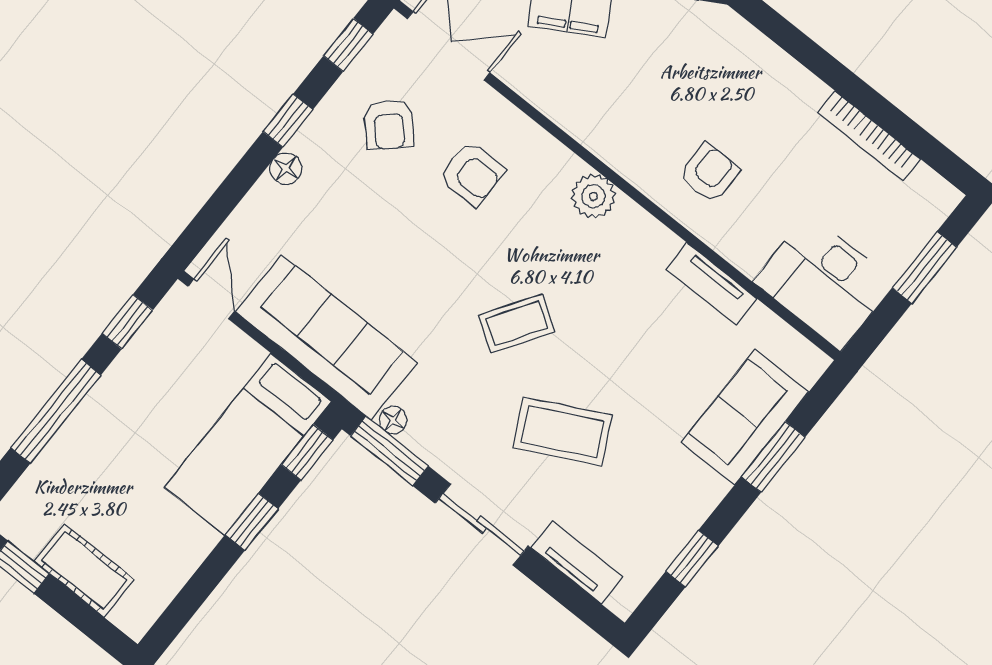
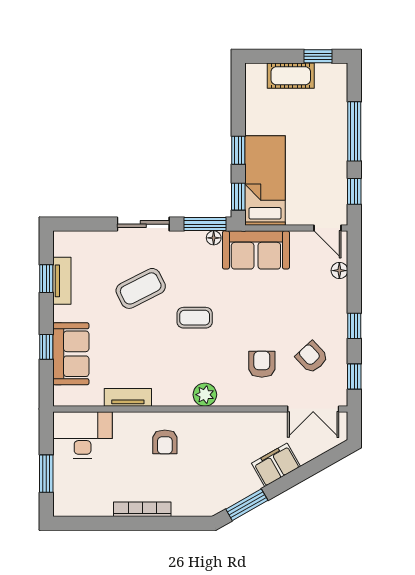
bookcase: (869, 136) -> (142, 509), moved
floor lamp: (286, 169) -> (339, 271), moved
armchair: (472, 174) -> (262, 364), turned 90
coffee table: (517, 323) -> (195, 318), turned 57
sofa: (326, 337) -> (256, 250), width x0.73
window: (773, 457) -> (46, 347), width x0.67
tv unit: (577, 562) -> (62, 281), moved, turned -90

